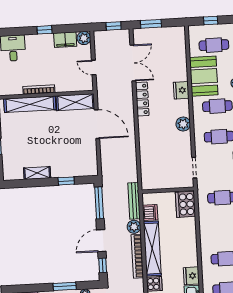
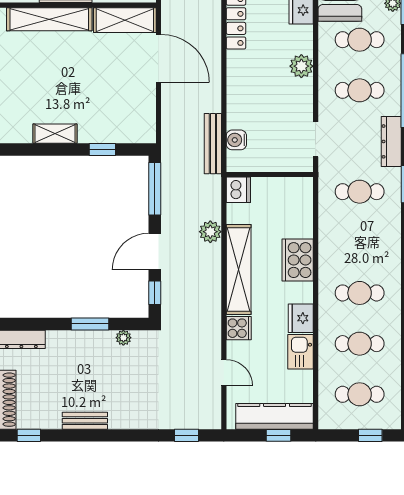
water cooler: (147, 171) -> (236, 140), added
bench: (134, 201) -> (213, 144), moved
cooker: (185, 204) -> (298, 260), moved
dishwasher: (150, 213) -> (238, 190), moved
bookcase: (137, 256) -> (213, 281), removed

